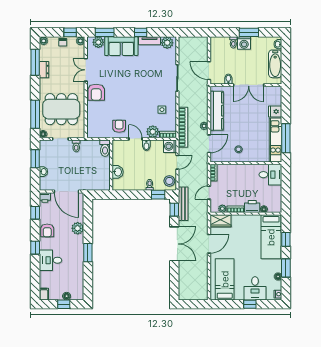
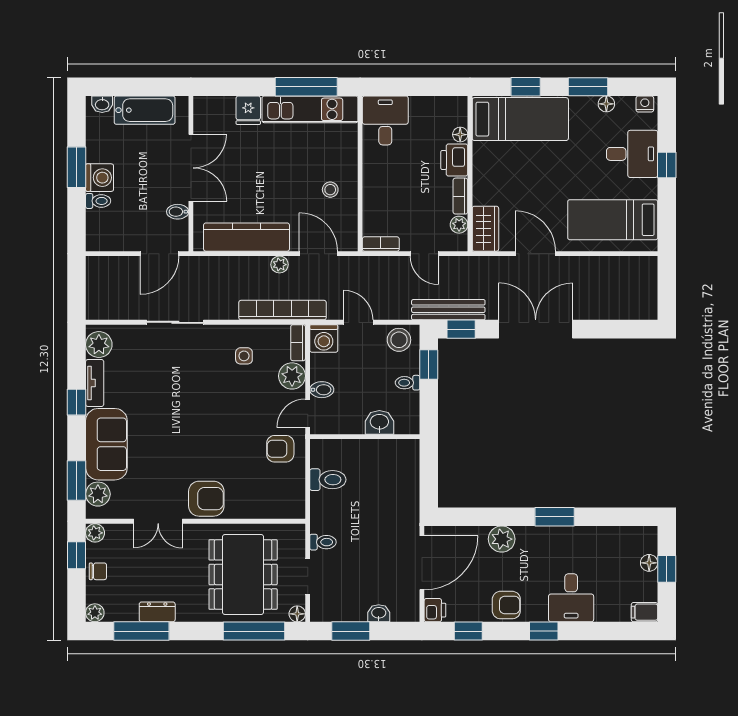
wall: (111, 165) -> (365, 437), moved
washbasin: (118, 172) -> (379, 422), moved

